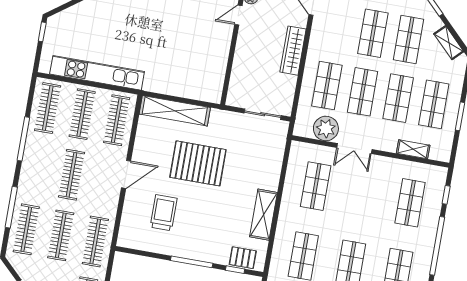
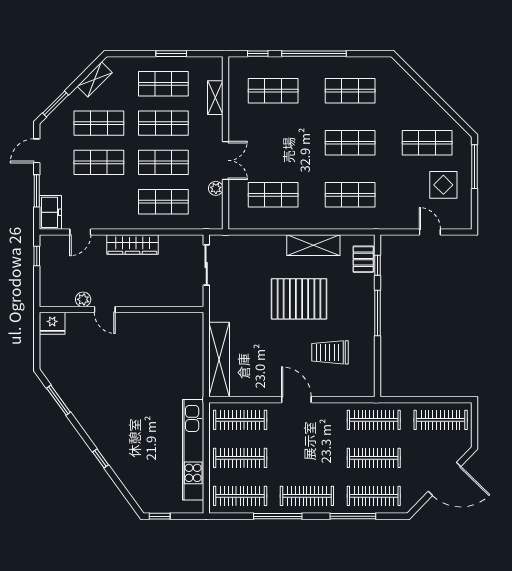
plant: (326, 128) -> (216, 188), width x0.53, depth x0.53
pallet: (198, 163) -> (299, 299), moved, turned 90
clothes rail: (71, 175) -> (307, 496), moved

